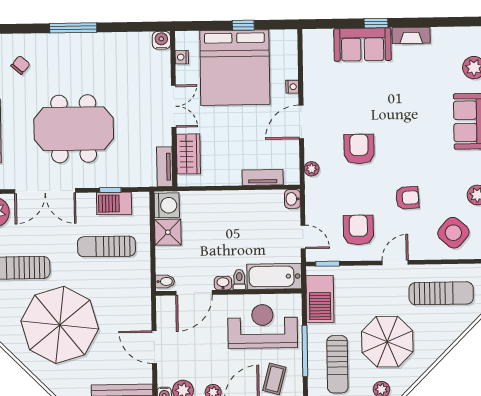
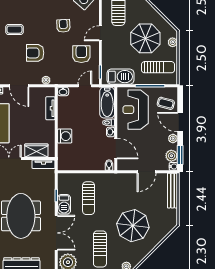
coffee table: (399, 112) -> (14, 30), added
barbecue: (114, 203) -> (64, 204), moved
washing machine: (167, 205) -> (65, 136), moved, turned 90
armchair: (358, 230) -> (81, 54), turned 90
shower: (168, 232) -> (81, 163), removed
door: (395, 263) -> (100, 33), hinge flipped
parasol: (60, 325) -> (133, 226), width x0.73, depth x0.73

